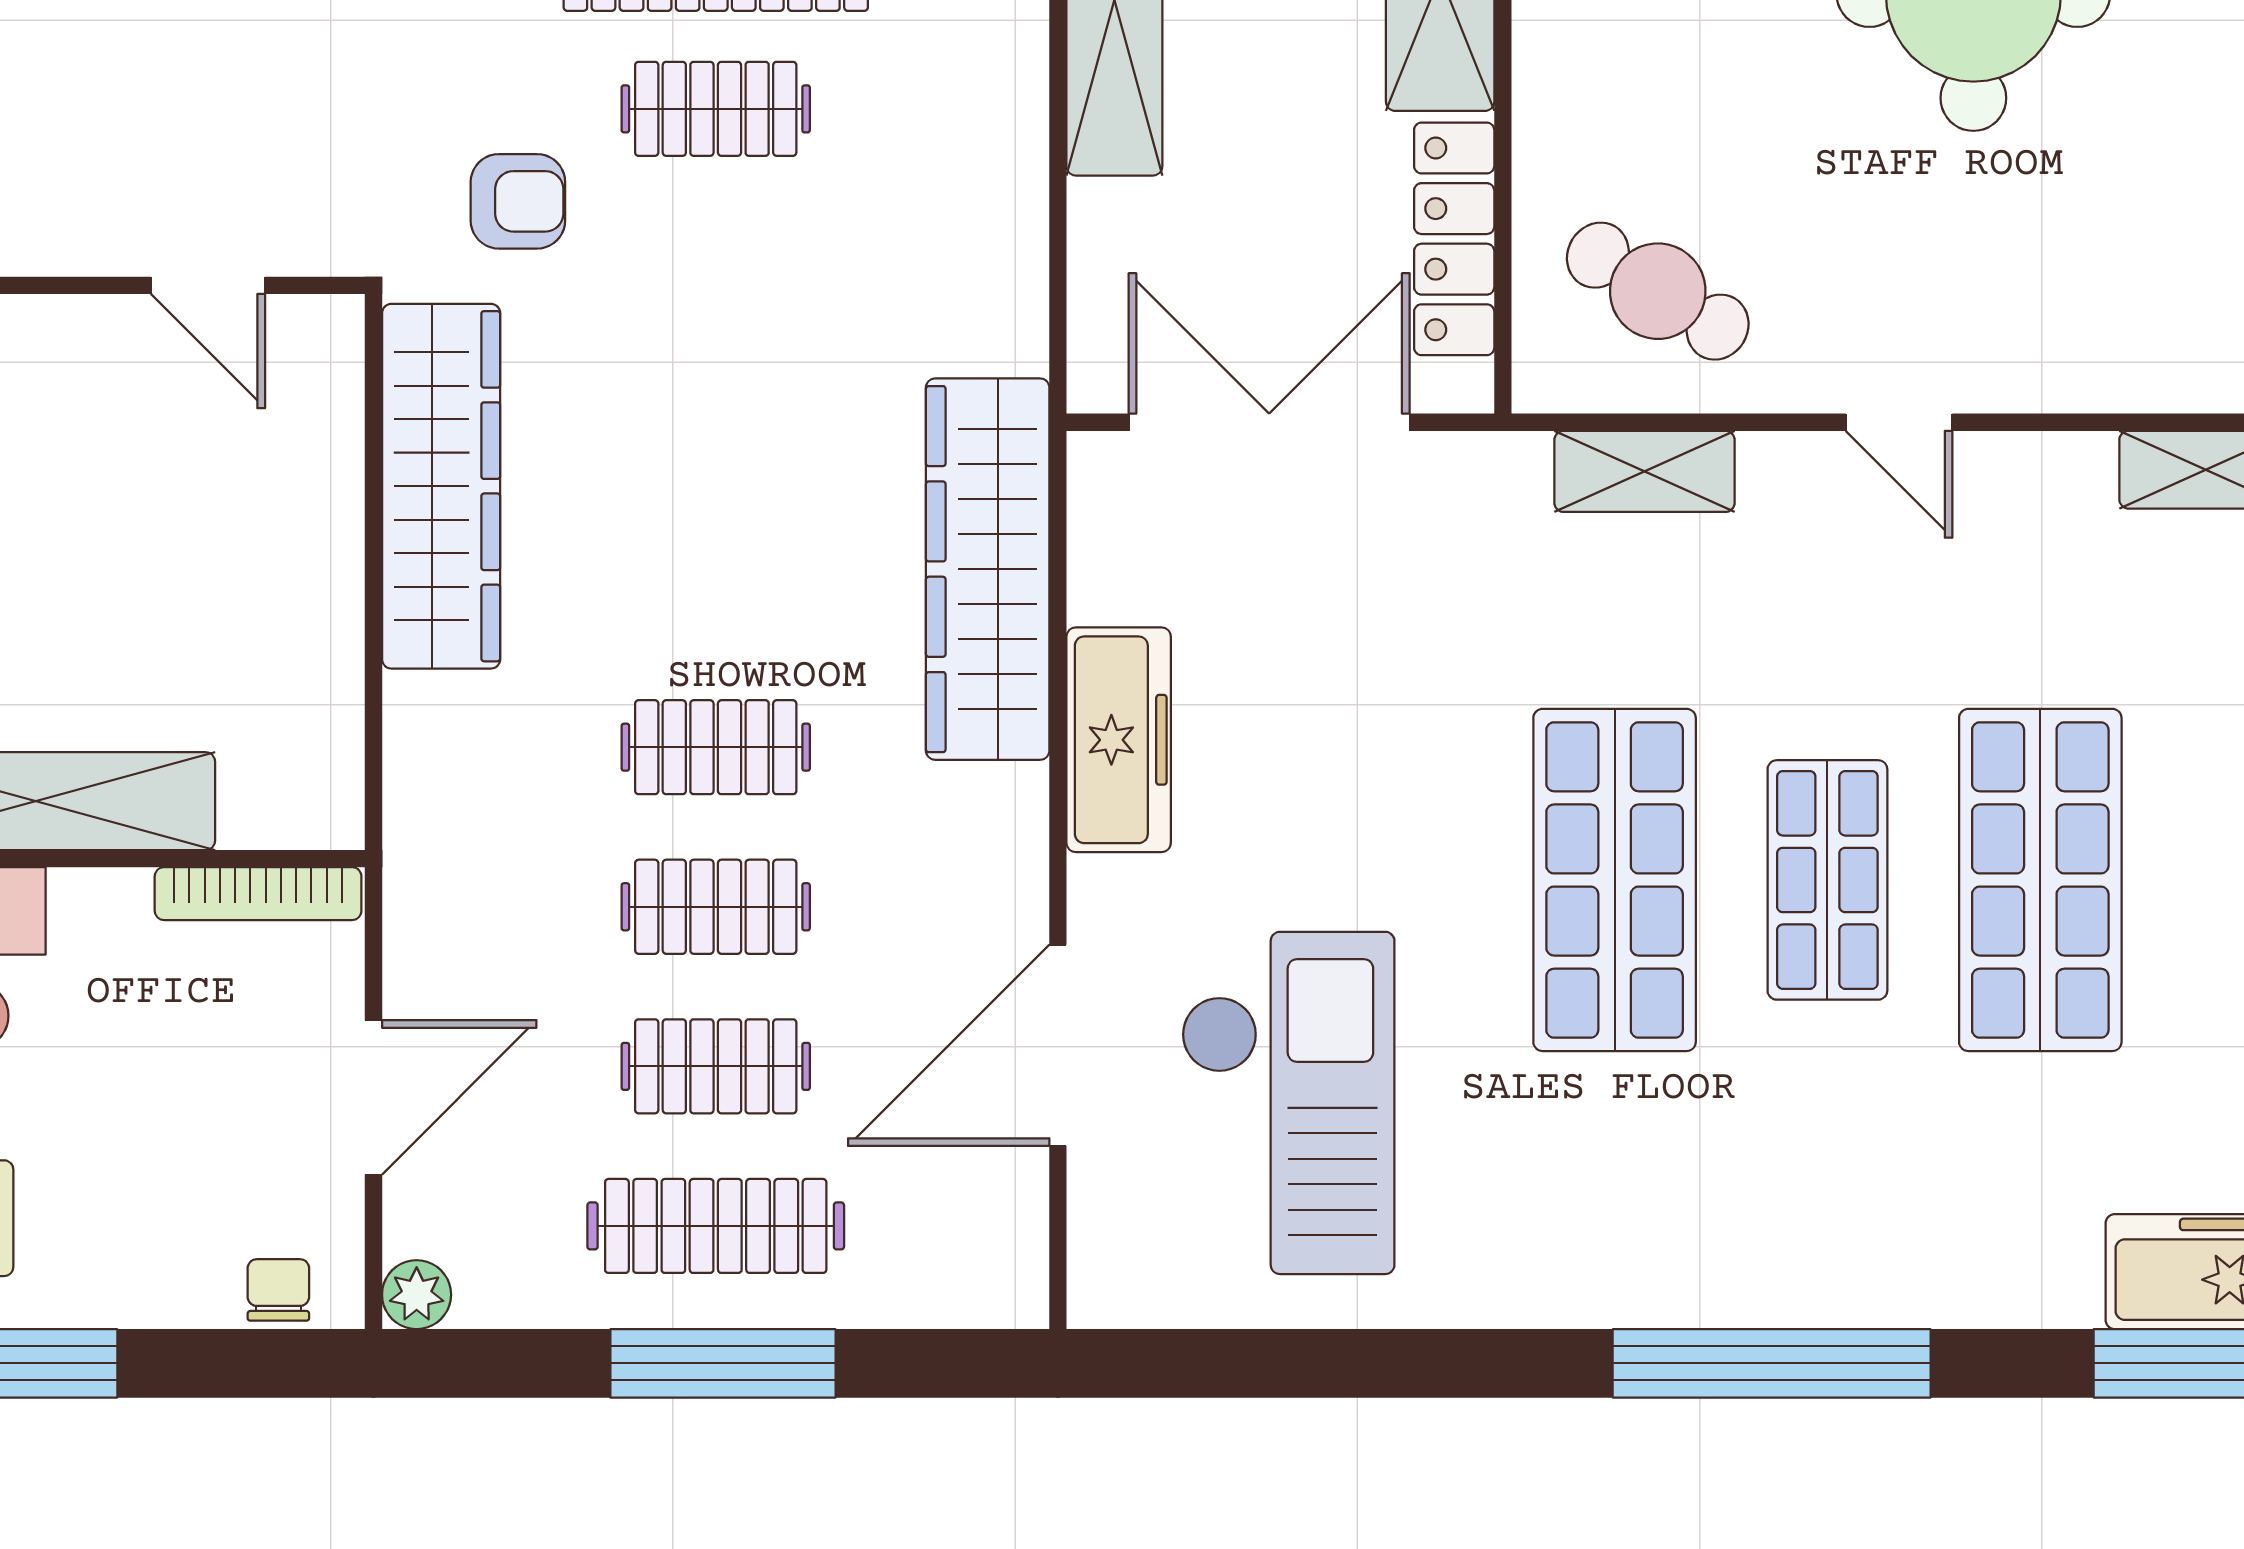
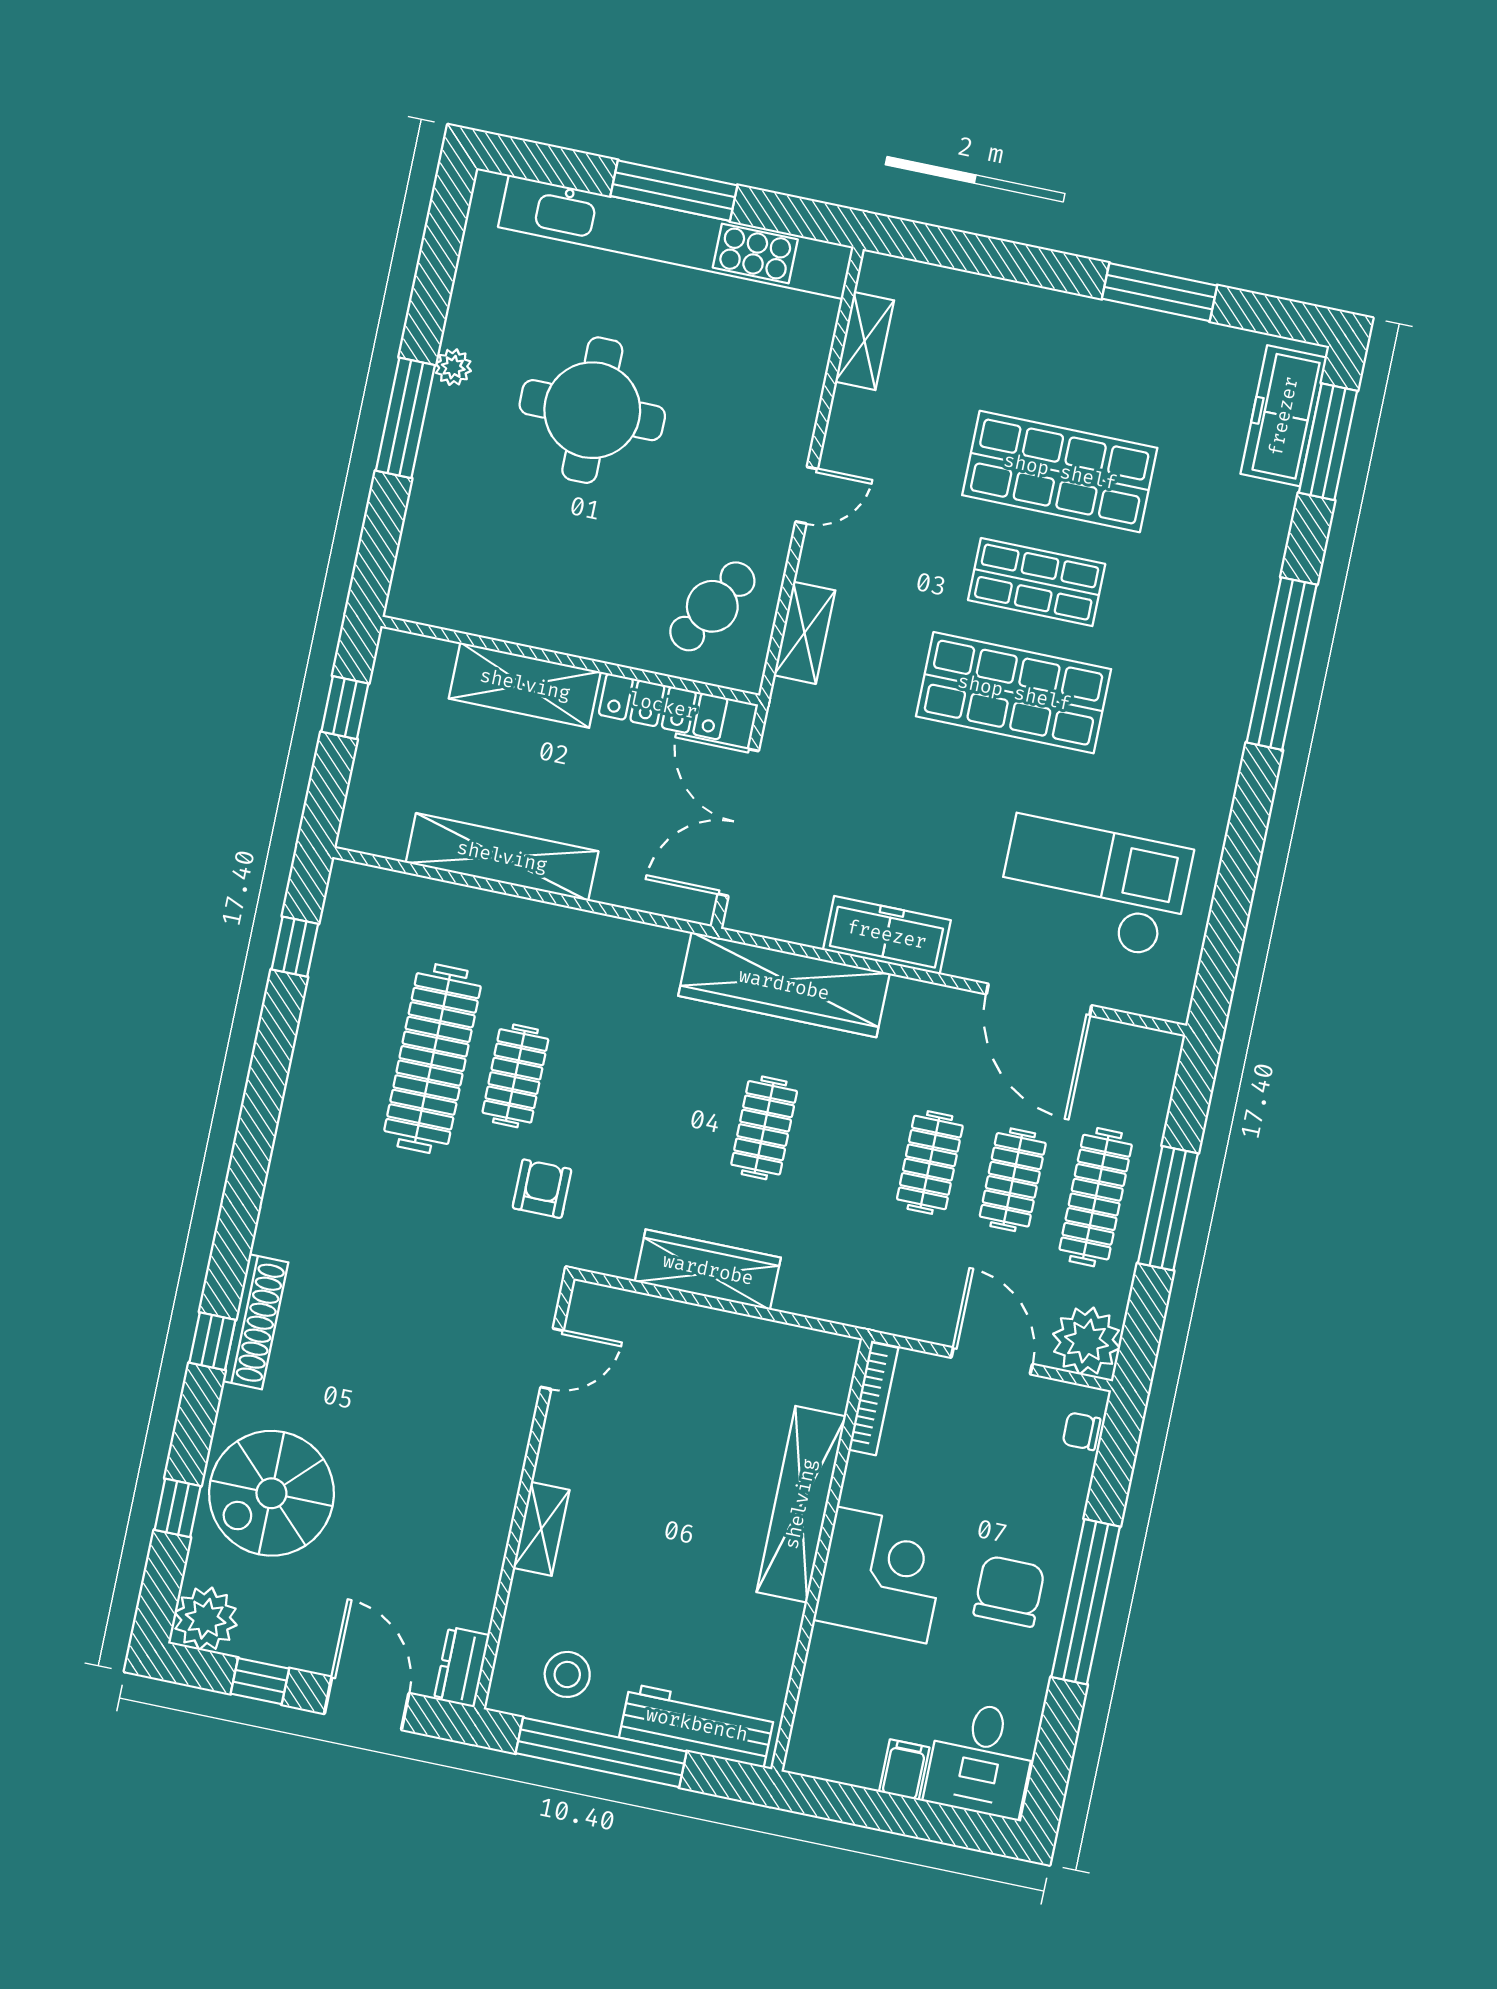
wardrobe: (441, 486) -> (708, 1270), width x0.71, depth x0.85
clothes rail: (716, 747) -> (764, 1128), moved
plant: (417, 1295) -> (1086, 1341), width x1.88, depth x1.88

